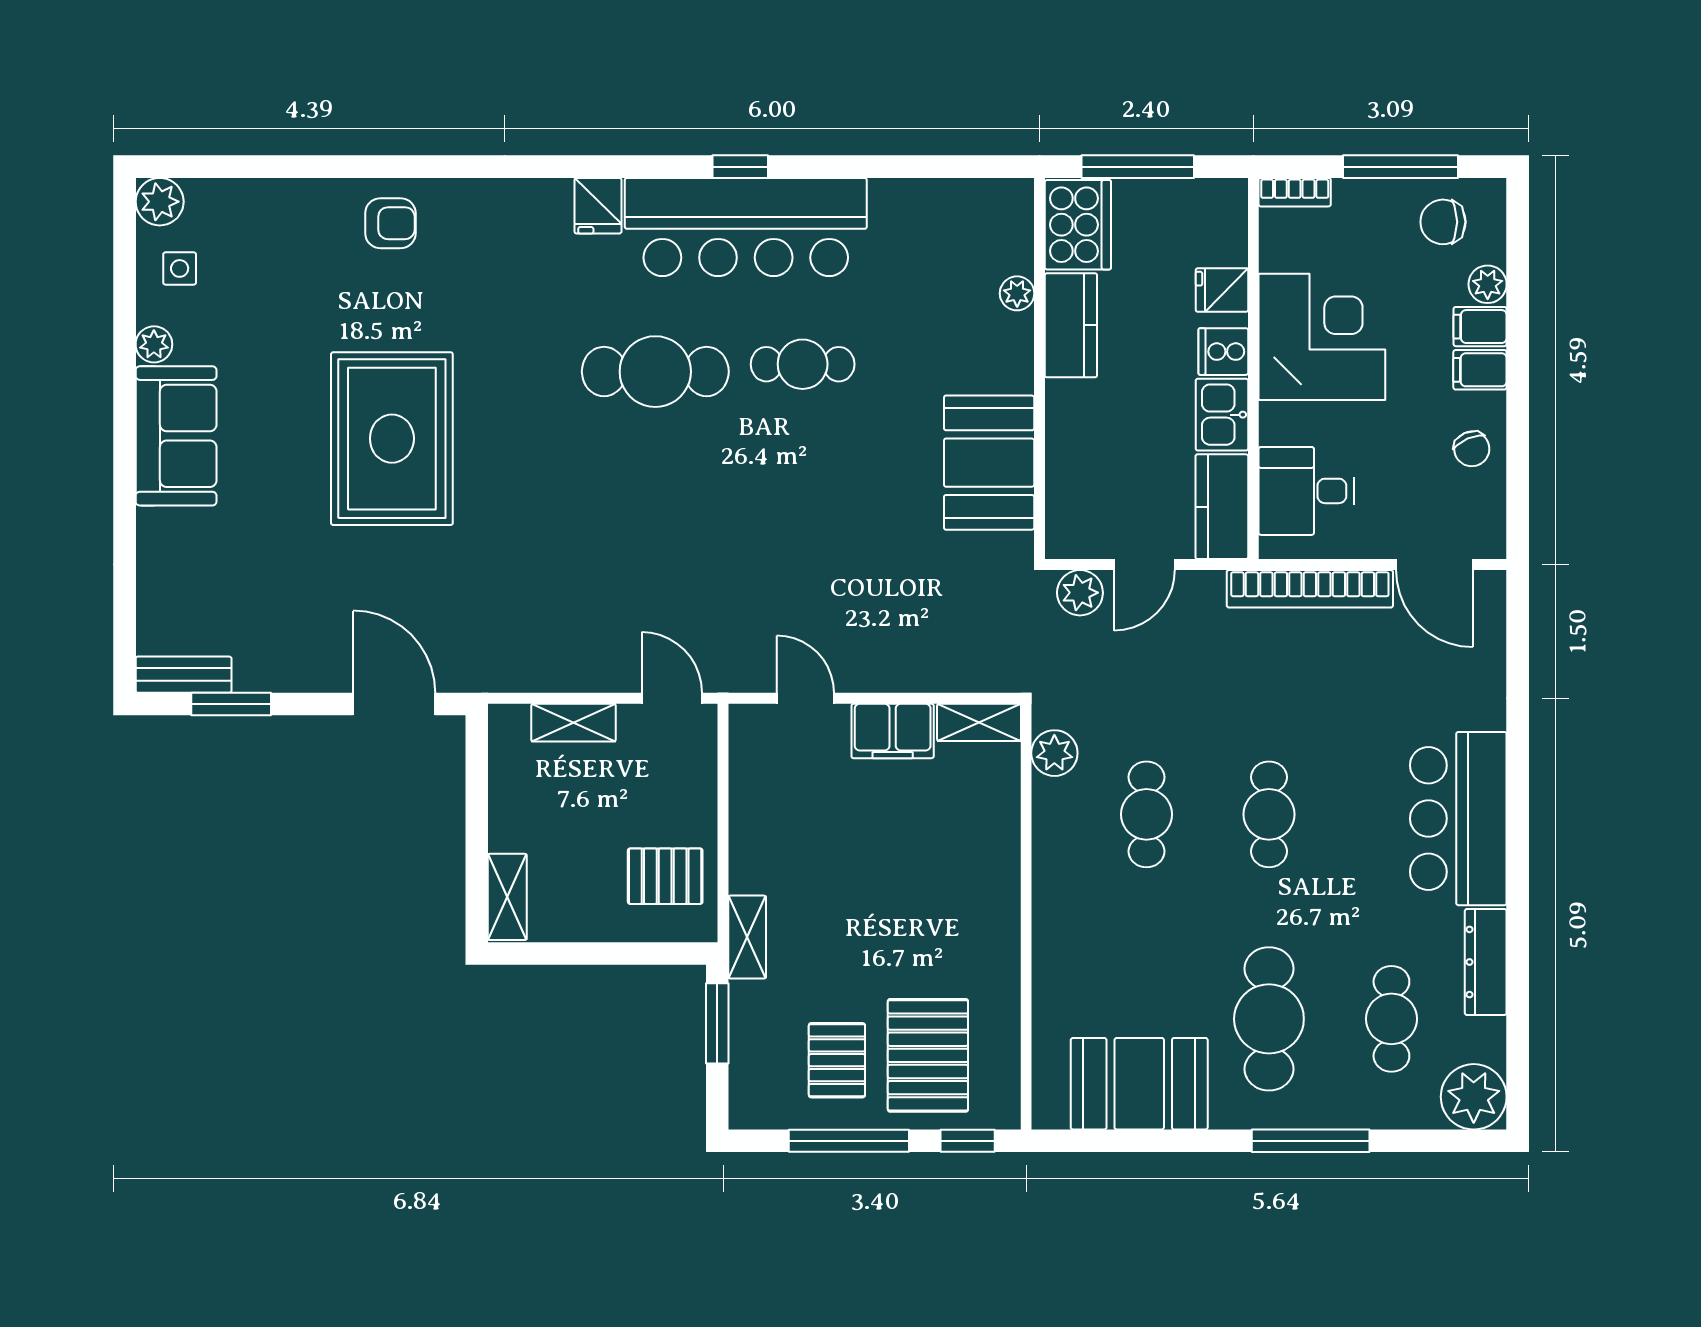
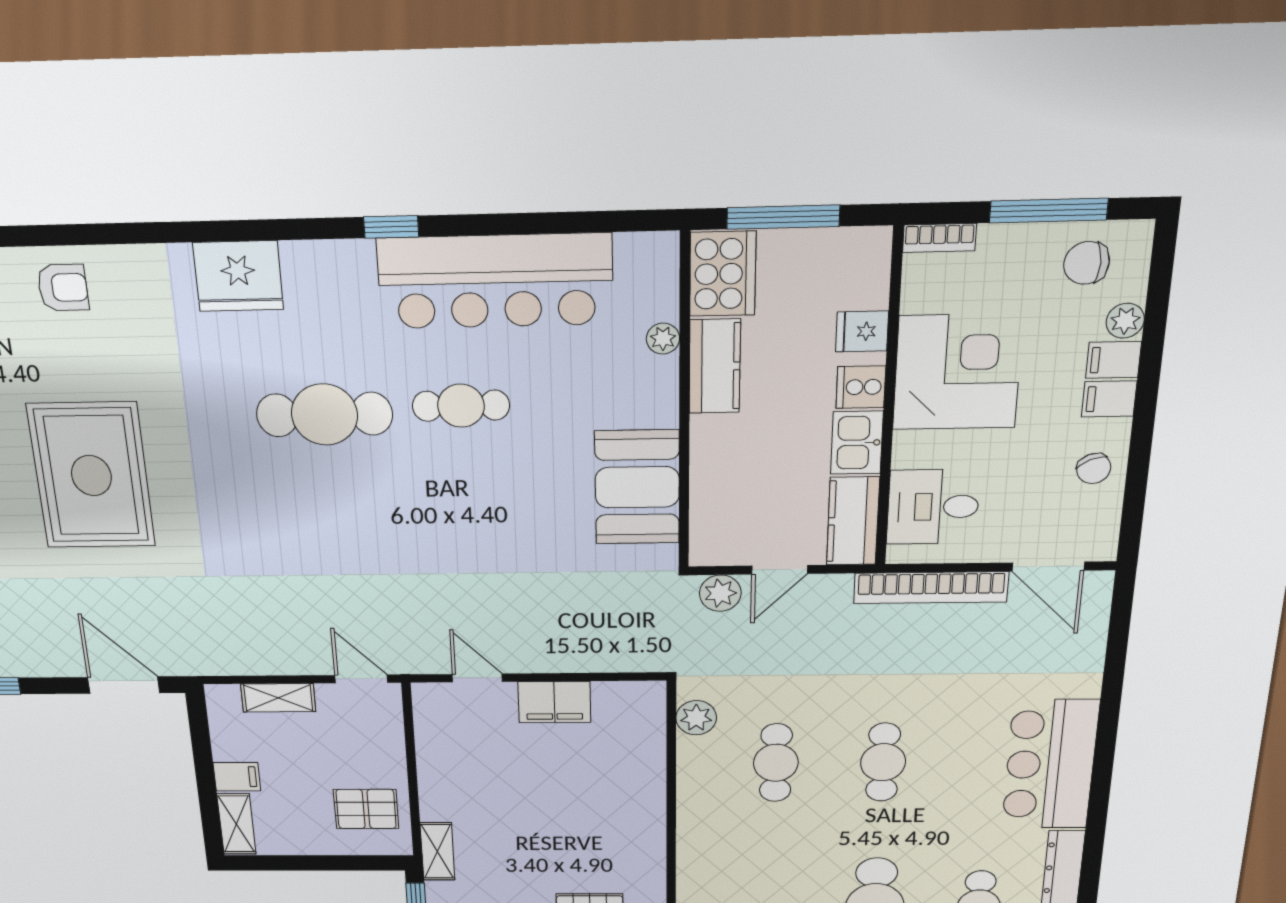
fridge: (598, 206) -> (238, 276), width x1.88, depth x1.34
bar counter: (746, 227) -> (495, 281), moved
shelving: (979, 722) -> (630, 695), removed
filing cabinet: (514, 830) -> (237, 777), added

